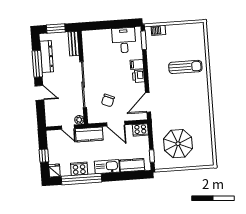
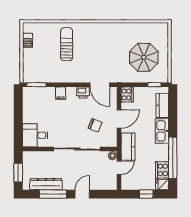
barbecue: (158, 30) -> (27, 40), moved
desk: (124, 40) -> (35, 135), moved
bench: (74, 44) -> (35, 156), removed
printer: (138, 76) -> (83, 93), moved
cooker: (79, 169) -> (162, 170), moved

